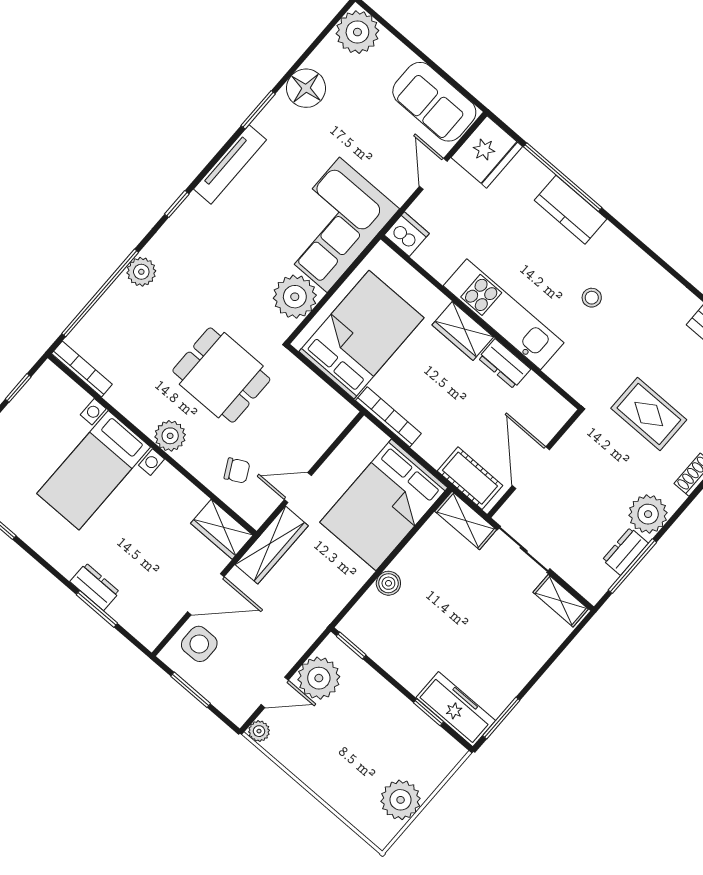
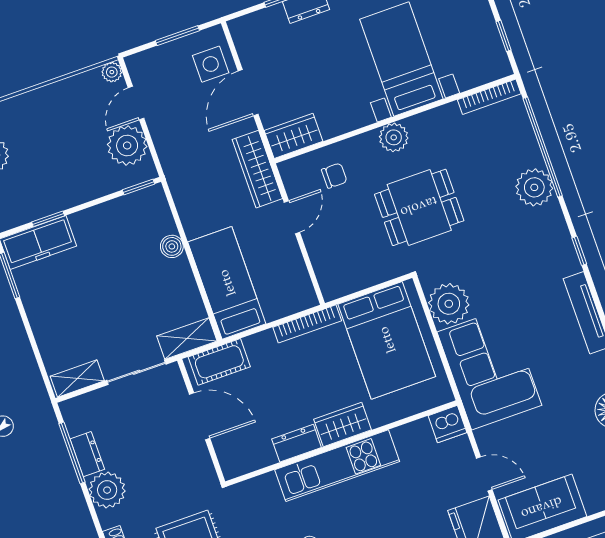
plant: (141, 272) -> (534, 187), width x1.36, depth x1.36
chair: (237, 471) -> (334, 176), turned -152
bed: (384, 505) -> (227, 283), width x0.67

